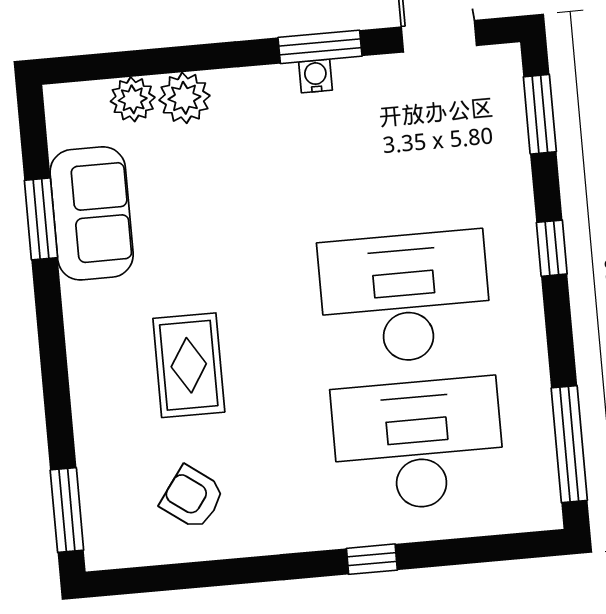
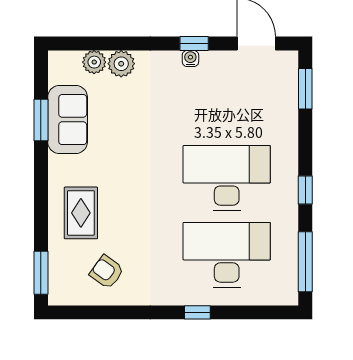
window: (320, 47) -> (194, 43), width x0.67
window: (552, 248) -> (305, 190), moved
rug: (189, 365) -> (81, 213), moved

